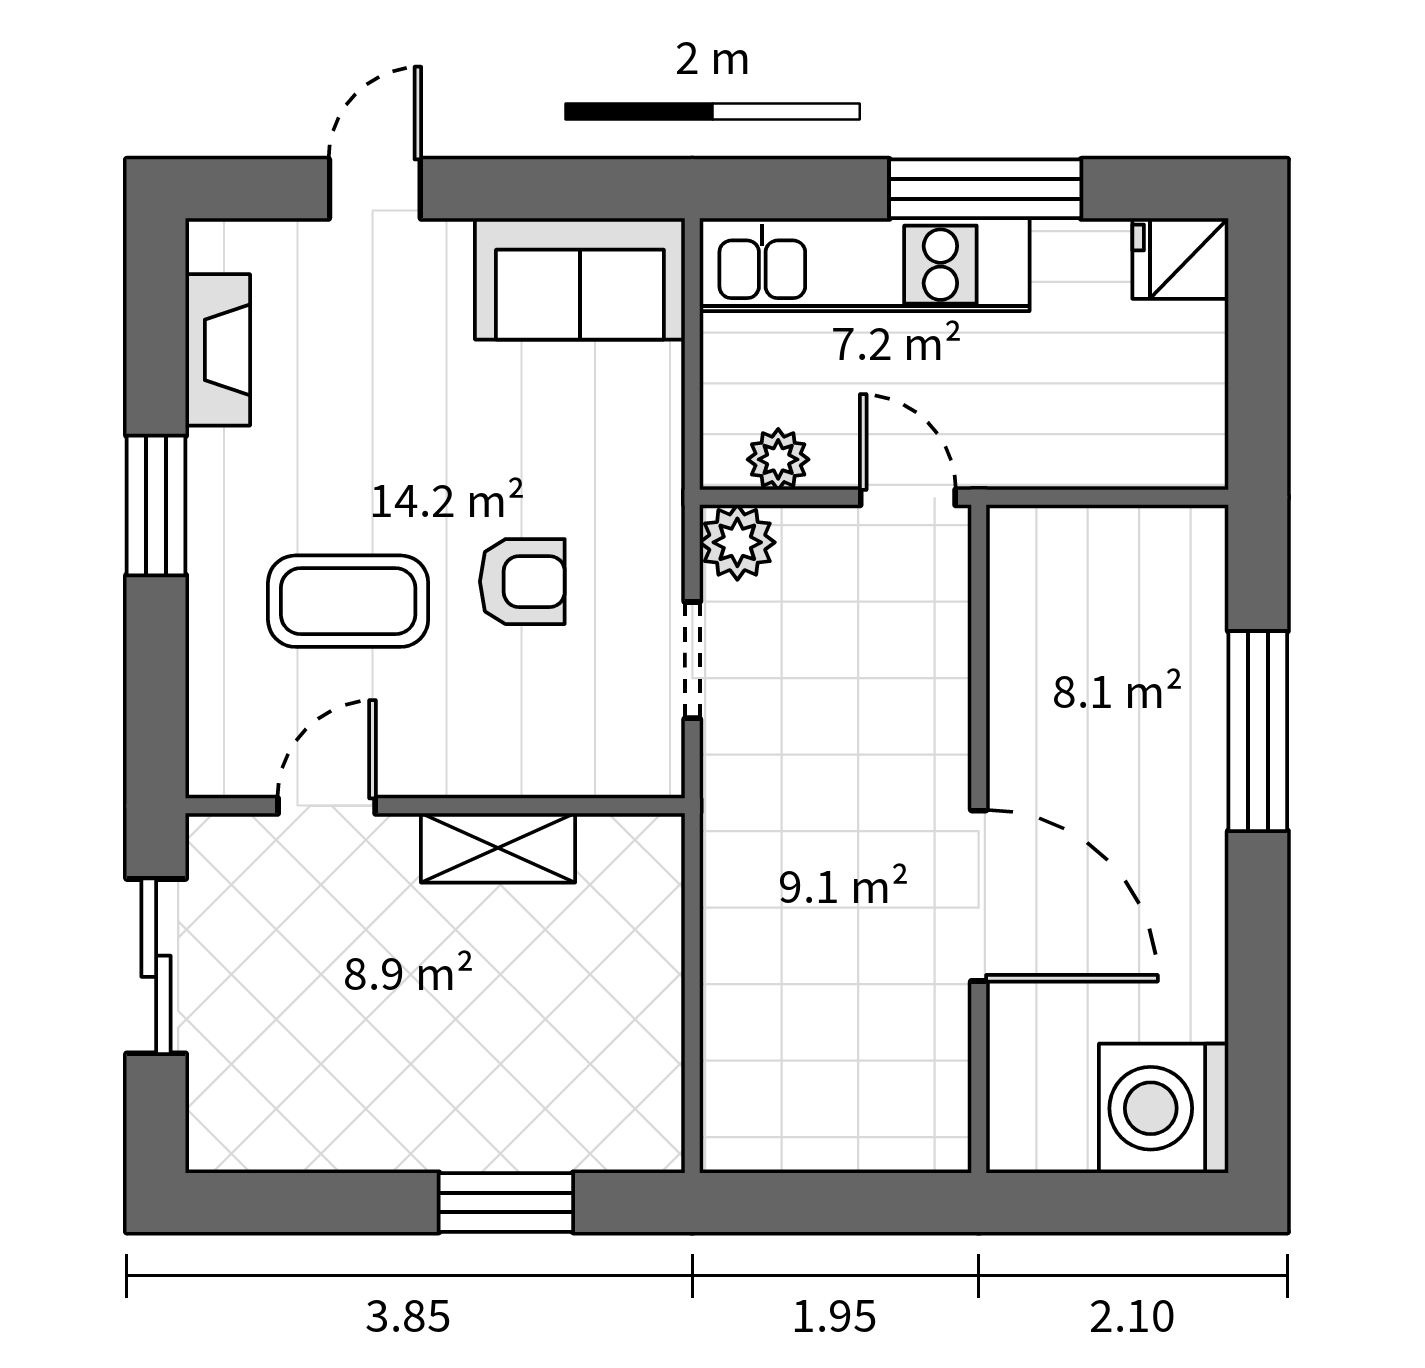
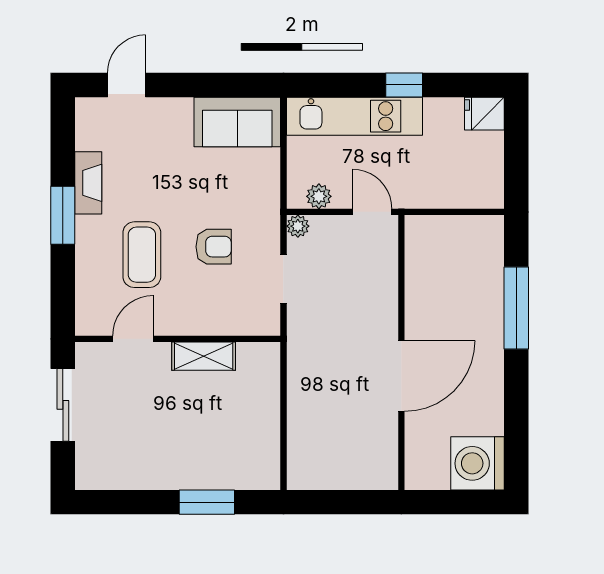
door: (375, 189) -> (127, 85), moved
window: (985, 189) -> (404, 85), width x0.46
fireplace: (218, 350) -> (88, 183), moved
plant: (737, 542) -> (298, 226), width x0.73, depth x0.73
coffee table: (348, 601) -> (142, 255), turned 90
door: (979, 896) -> (401, 376), hinge flipped

